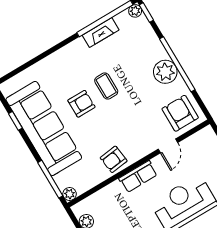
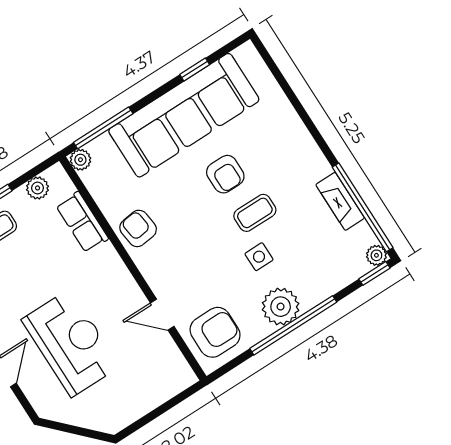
side table: (134, 84) -> (259, 257), added
row of seats: (138, 177) -> (82, 222), moved

